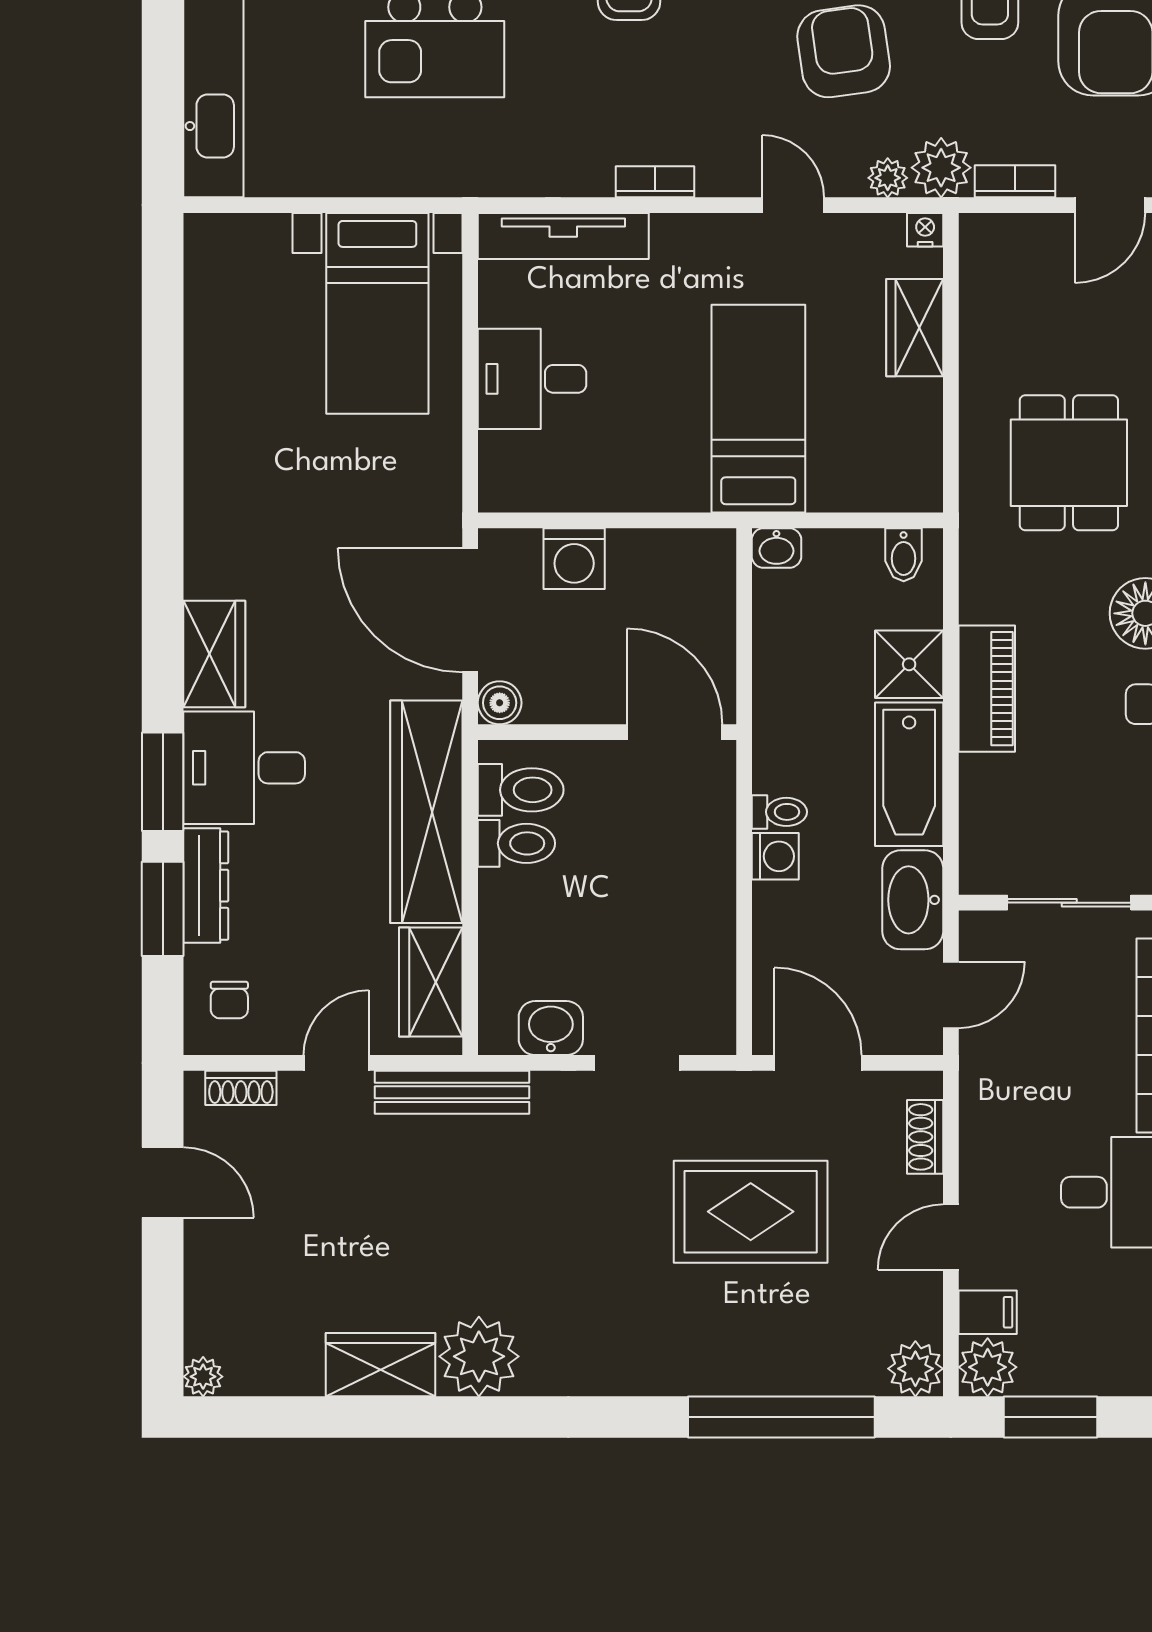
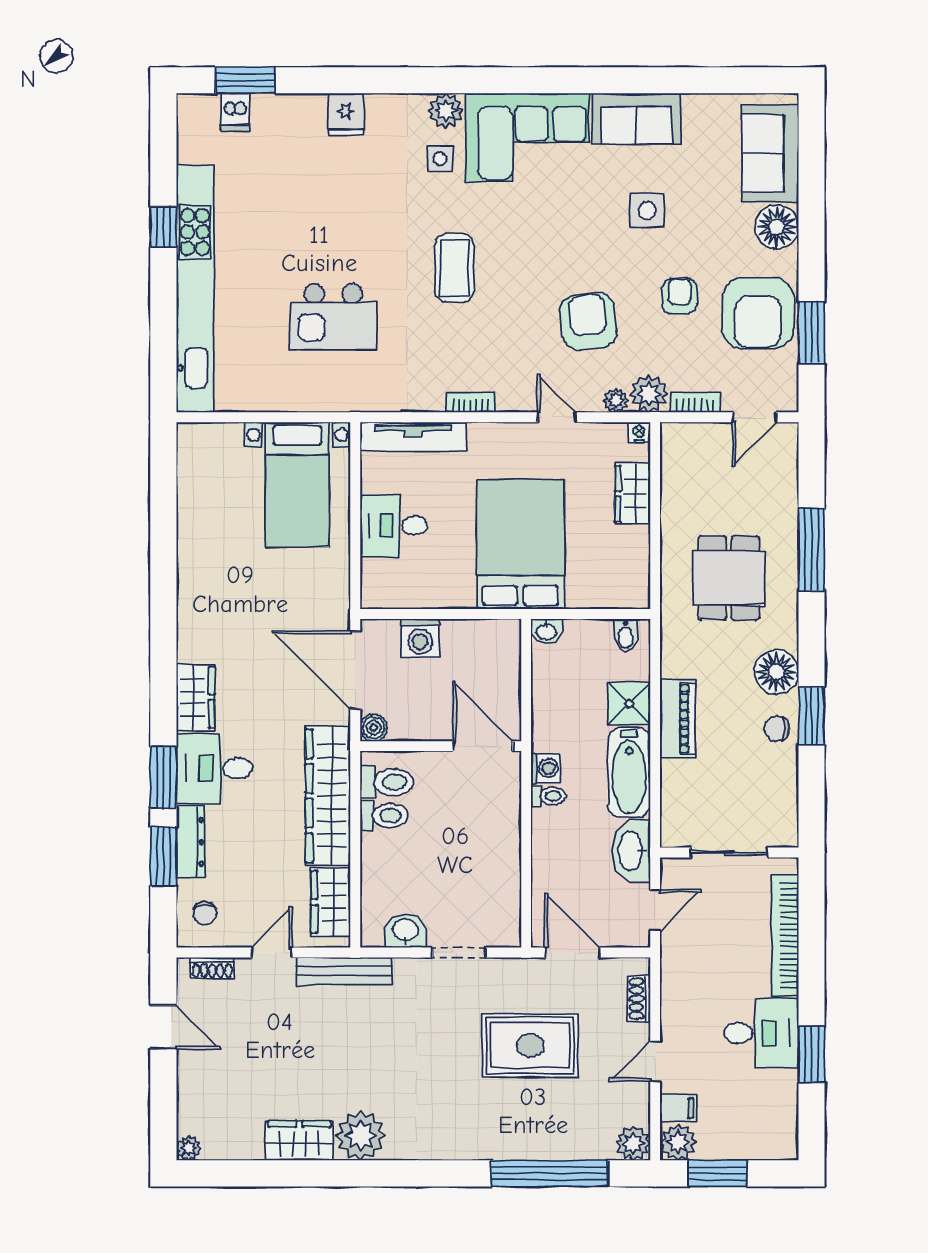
bed: (758, 409) -> (520, 544), width x1.50
washing machine: (775, 856) -> (546, 768), moved

